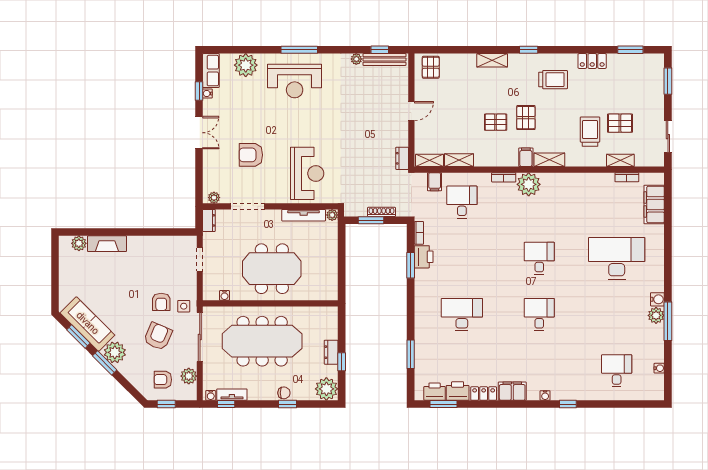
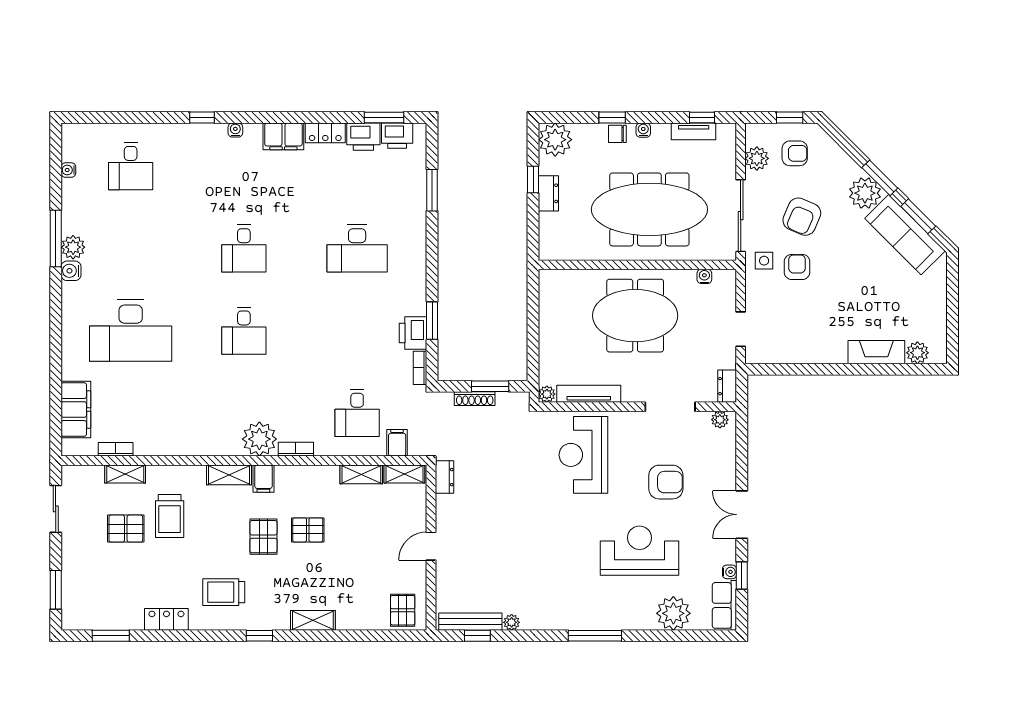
reception desk: (295, 81) -> (640, 551), moved
water cooler: (211, 395) -> (643, 130), moved

